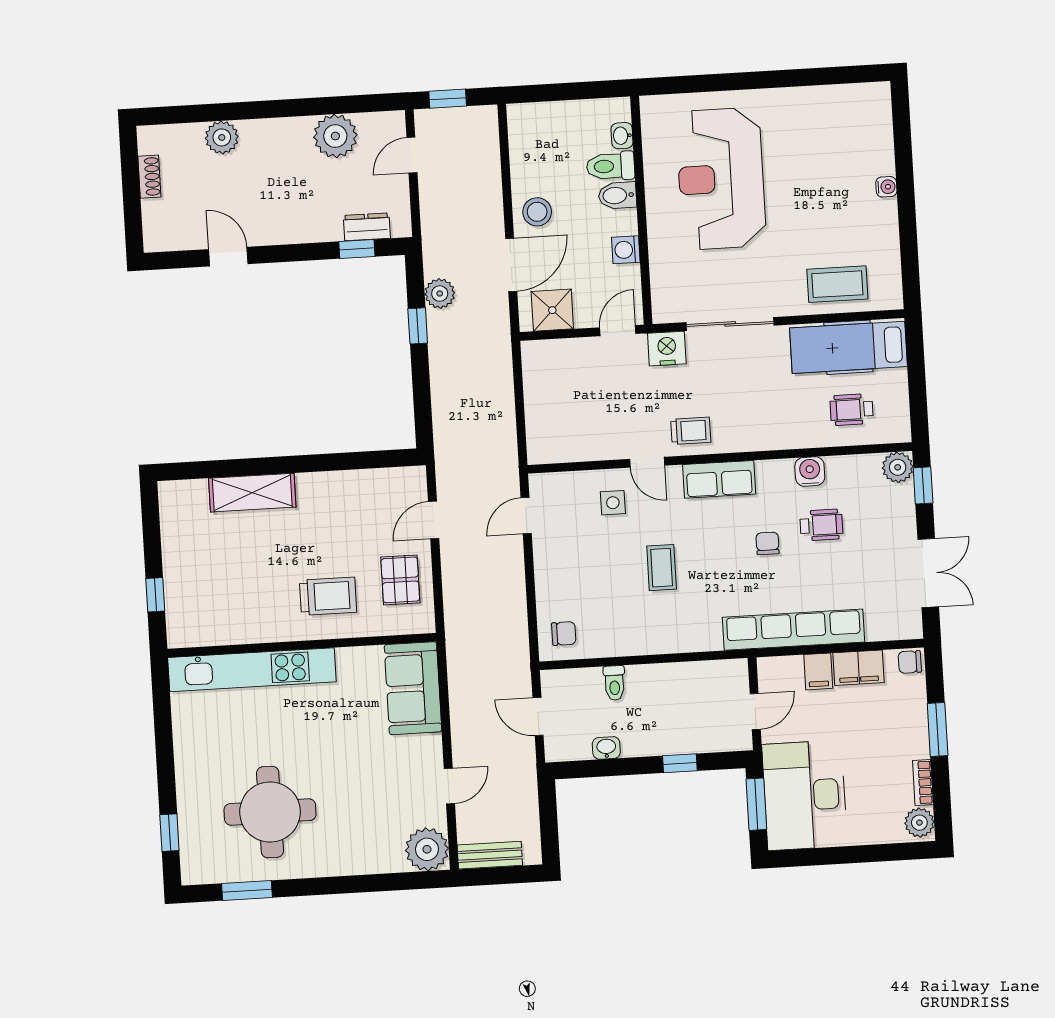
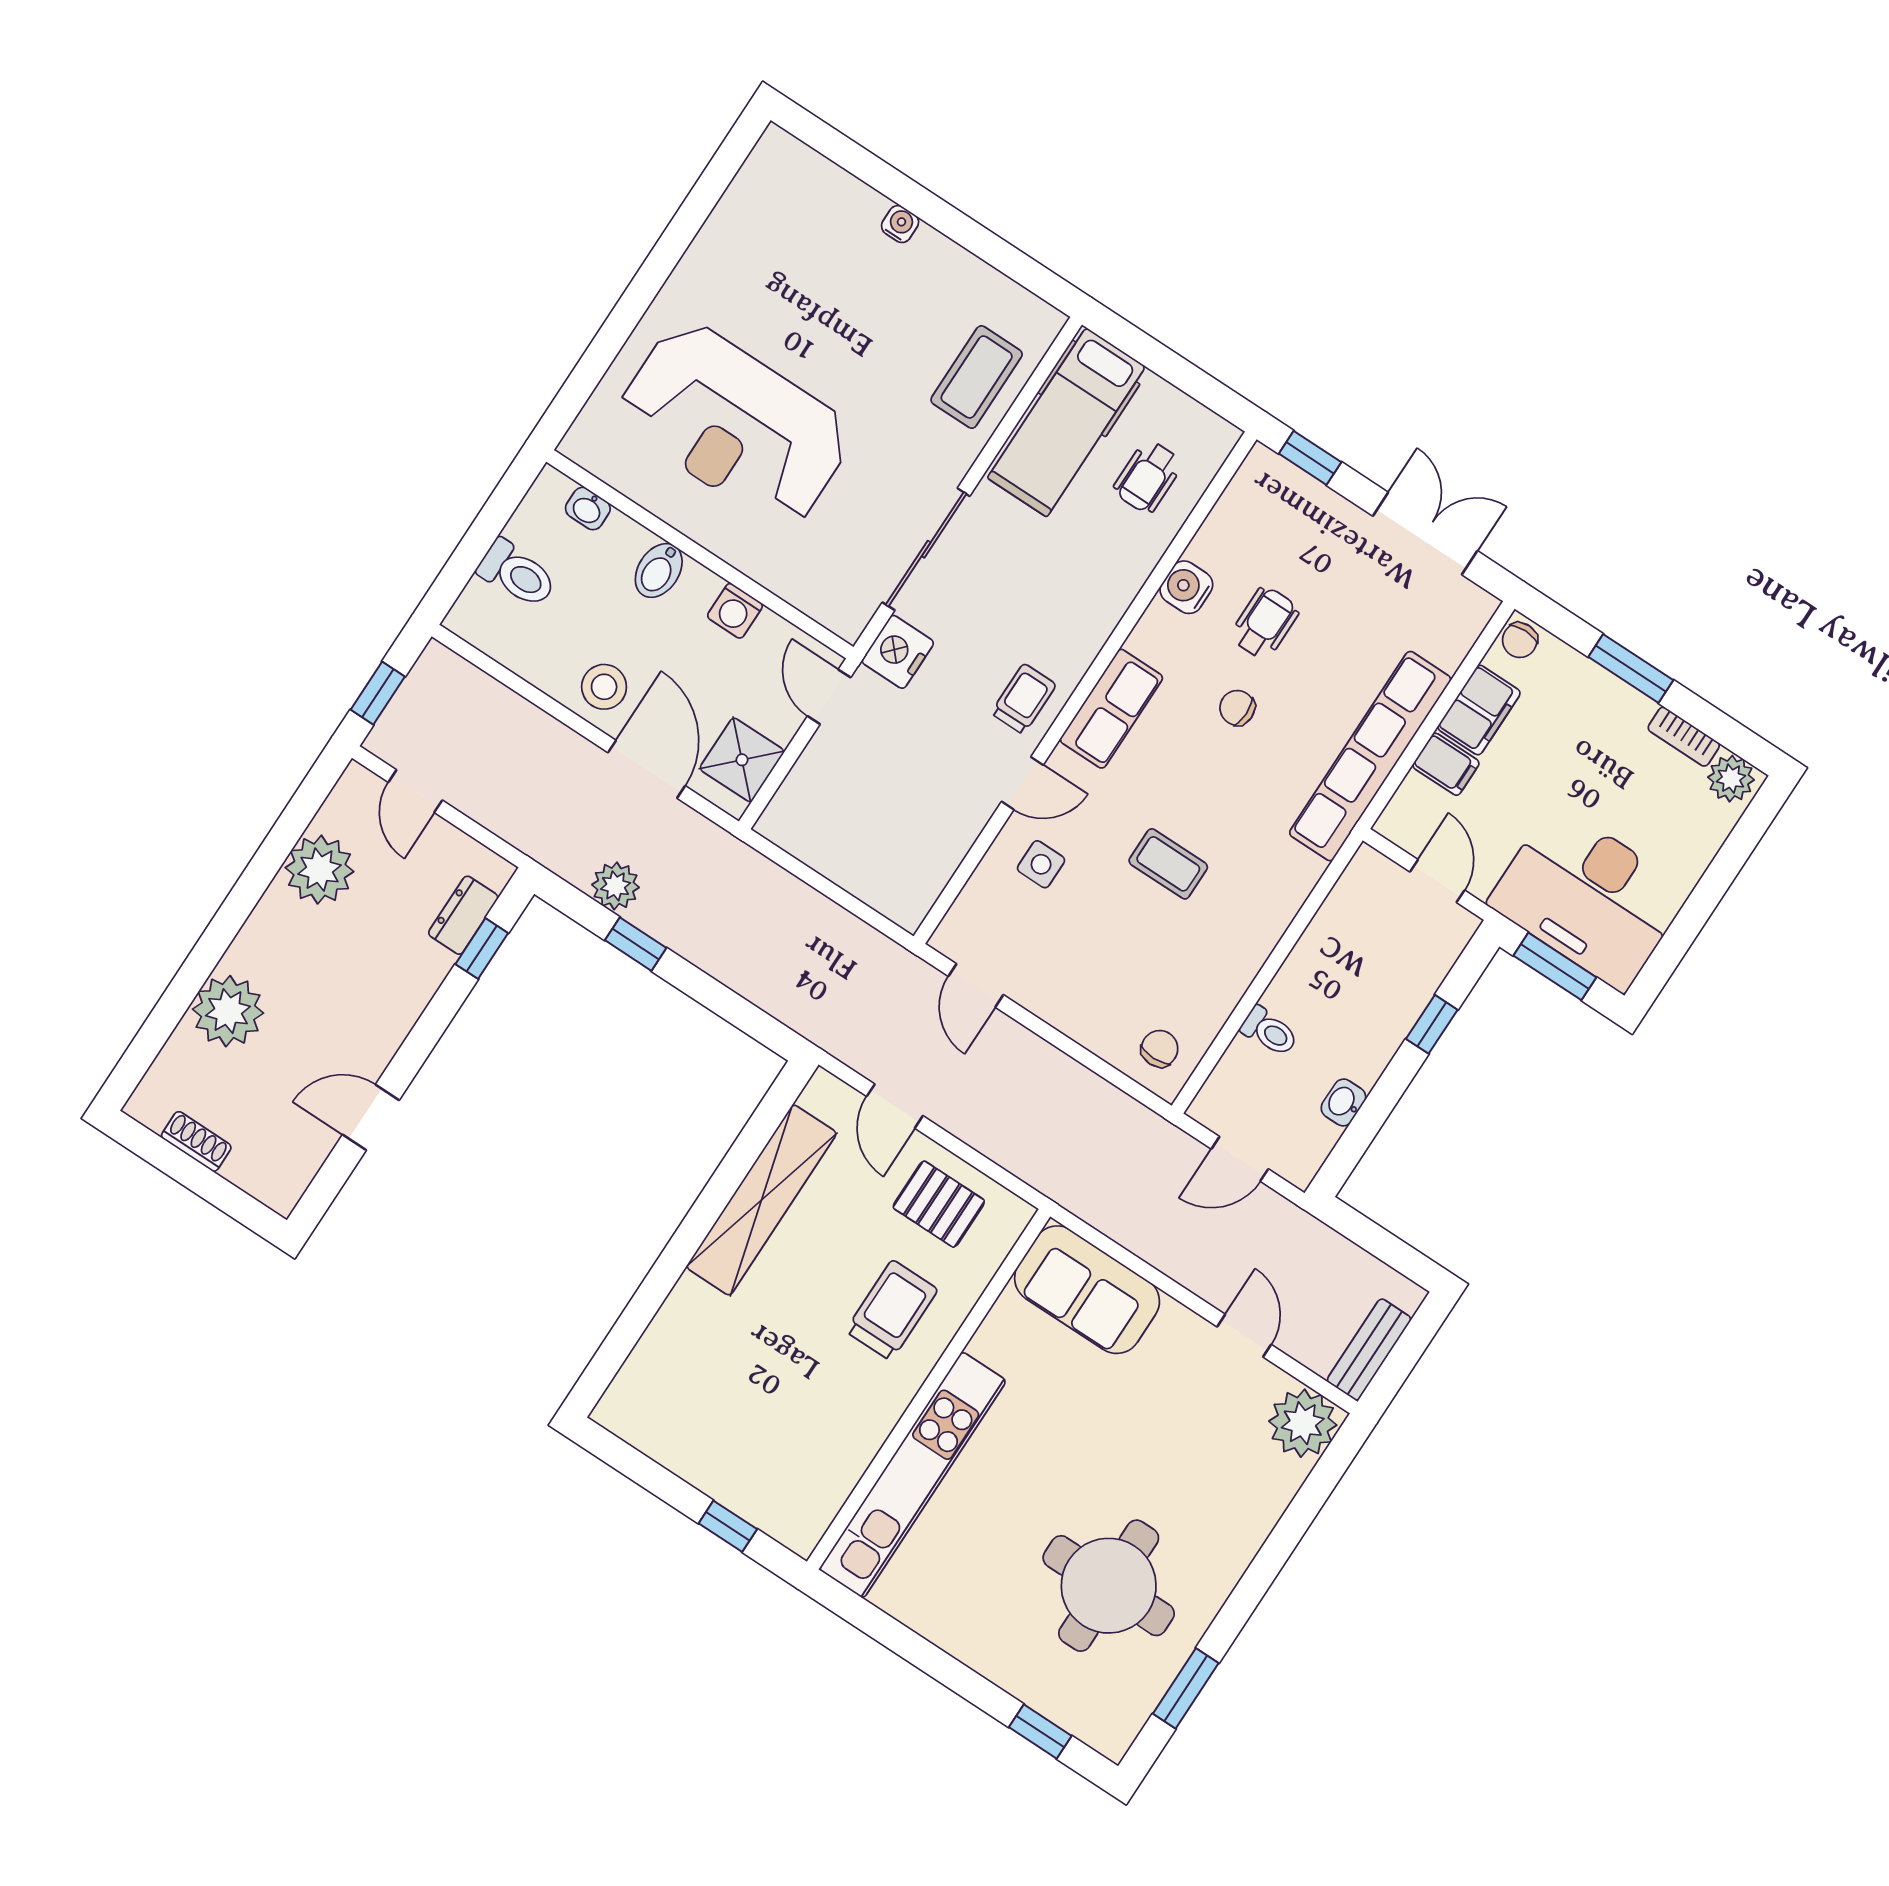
plant: (222, 137) -> (228, 1011), width x1.36, depth x1.36
toilet: (611, 166) -> (517, 574), moved, turned -90
plant: (898, 467) -> (1264, 473), removed
shelving: (252, 493) -> (761, 1200), moved, width x1.47

